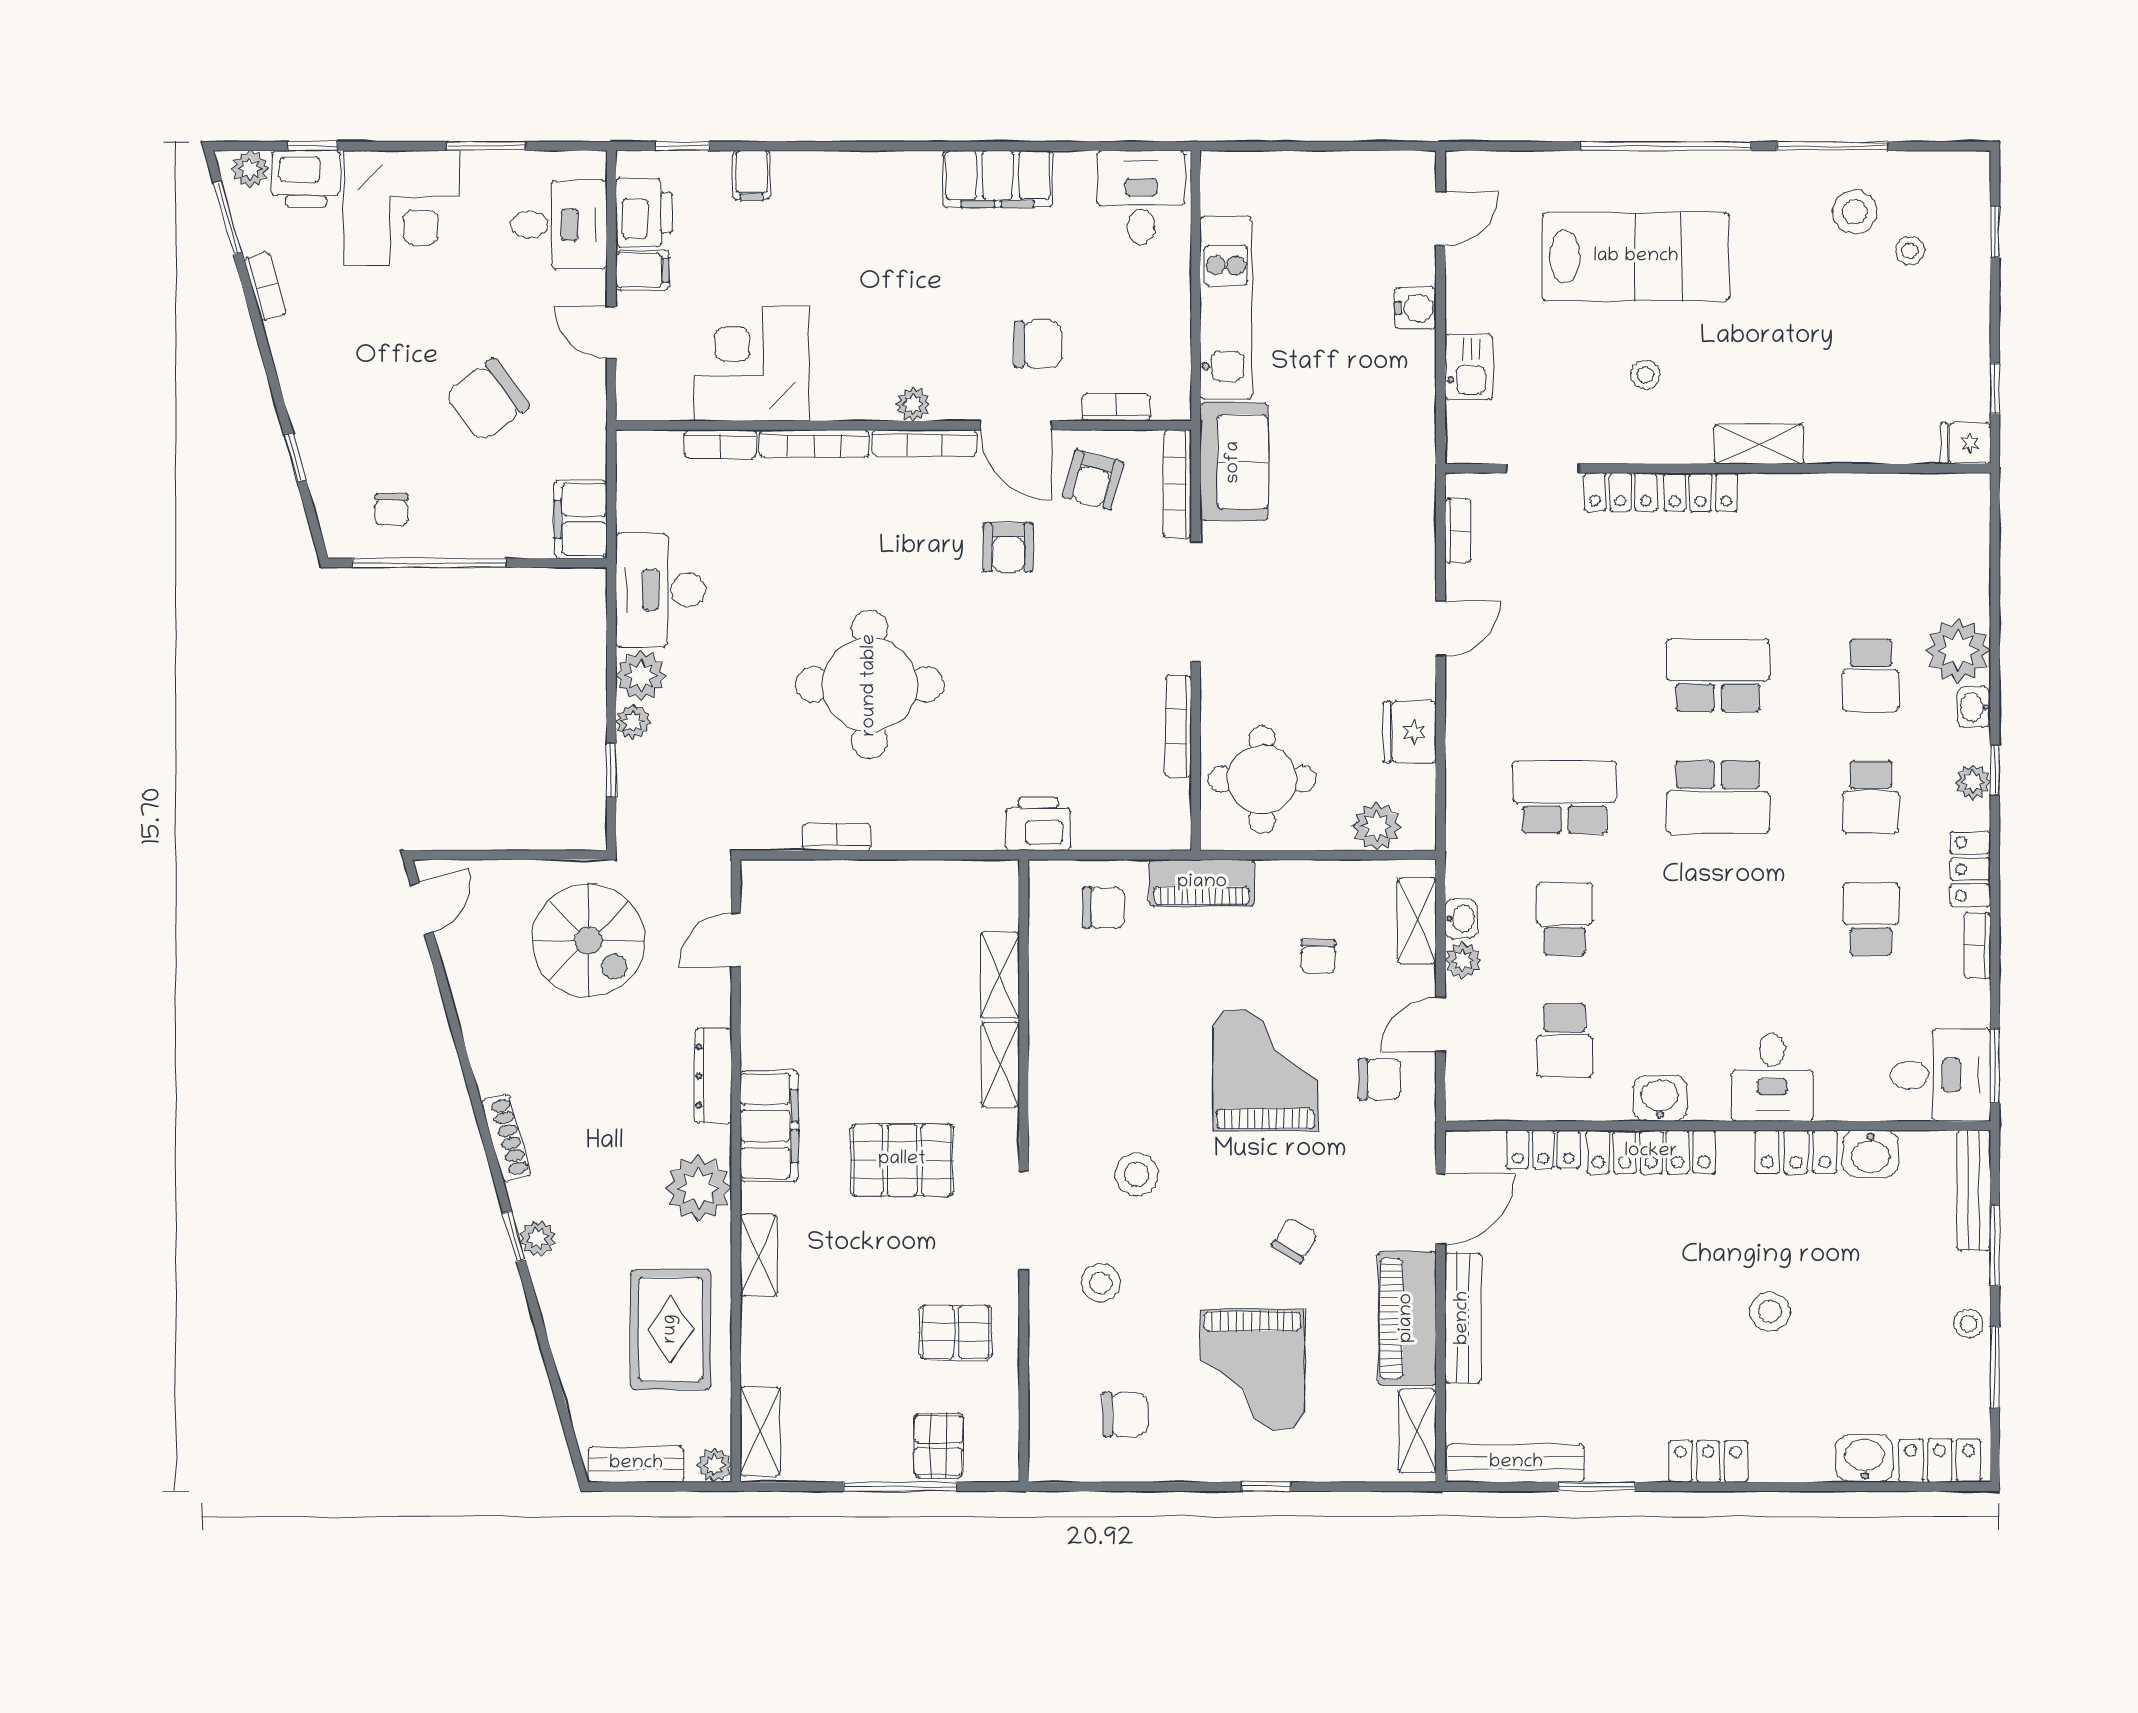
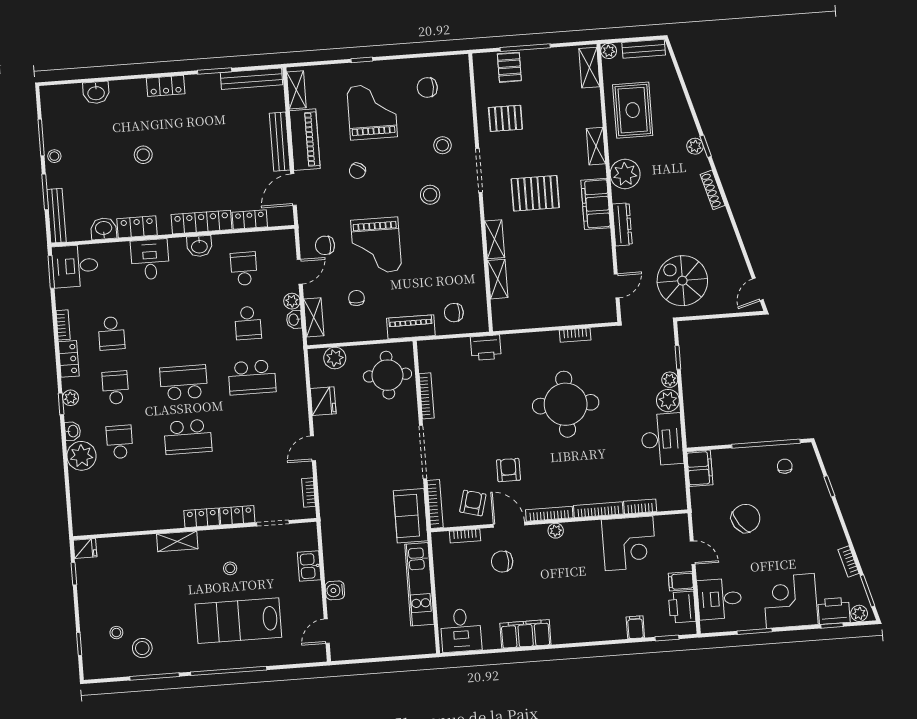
locker: (1940, 1461) -> (63, 94), removed

